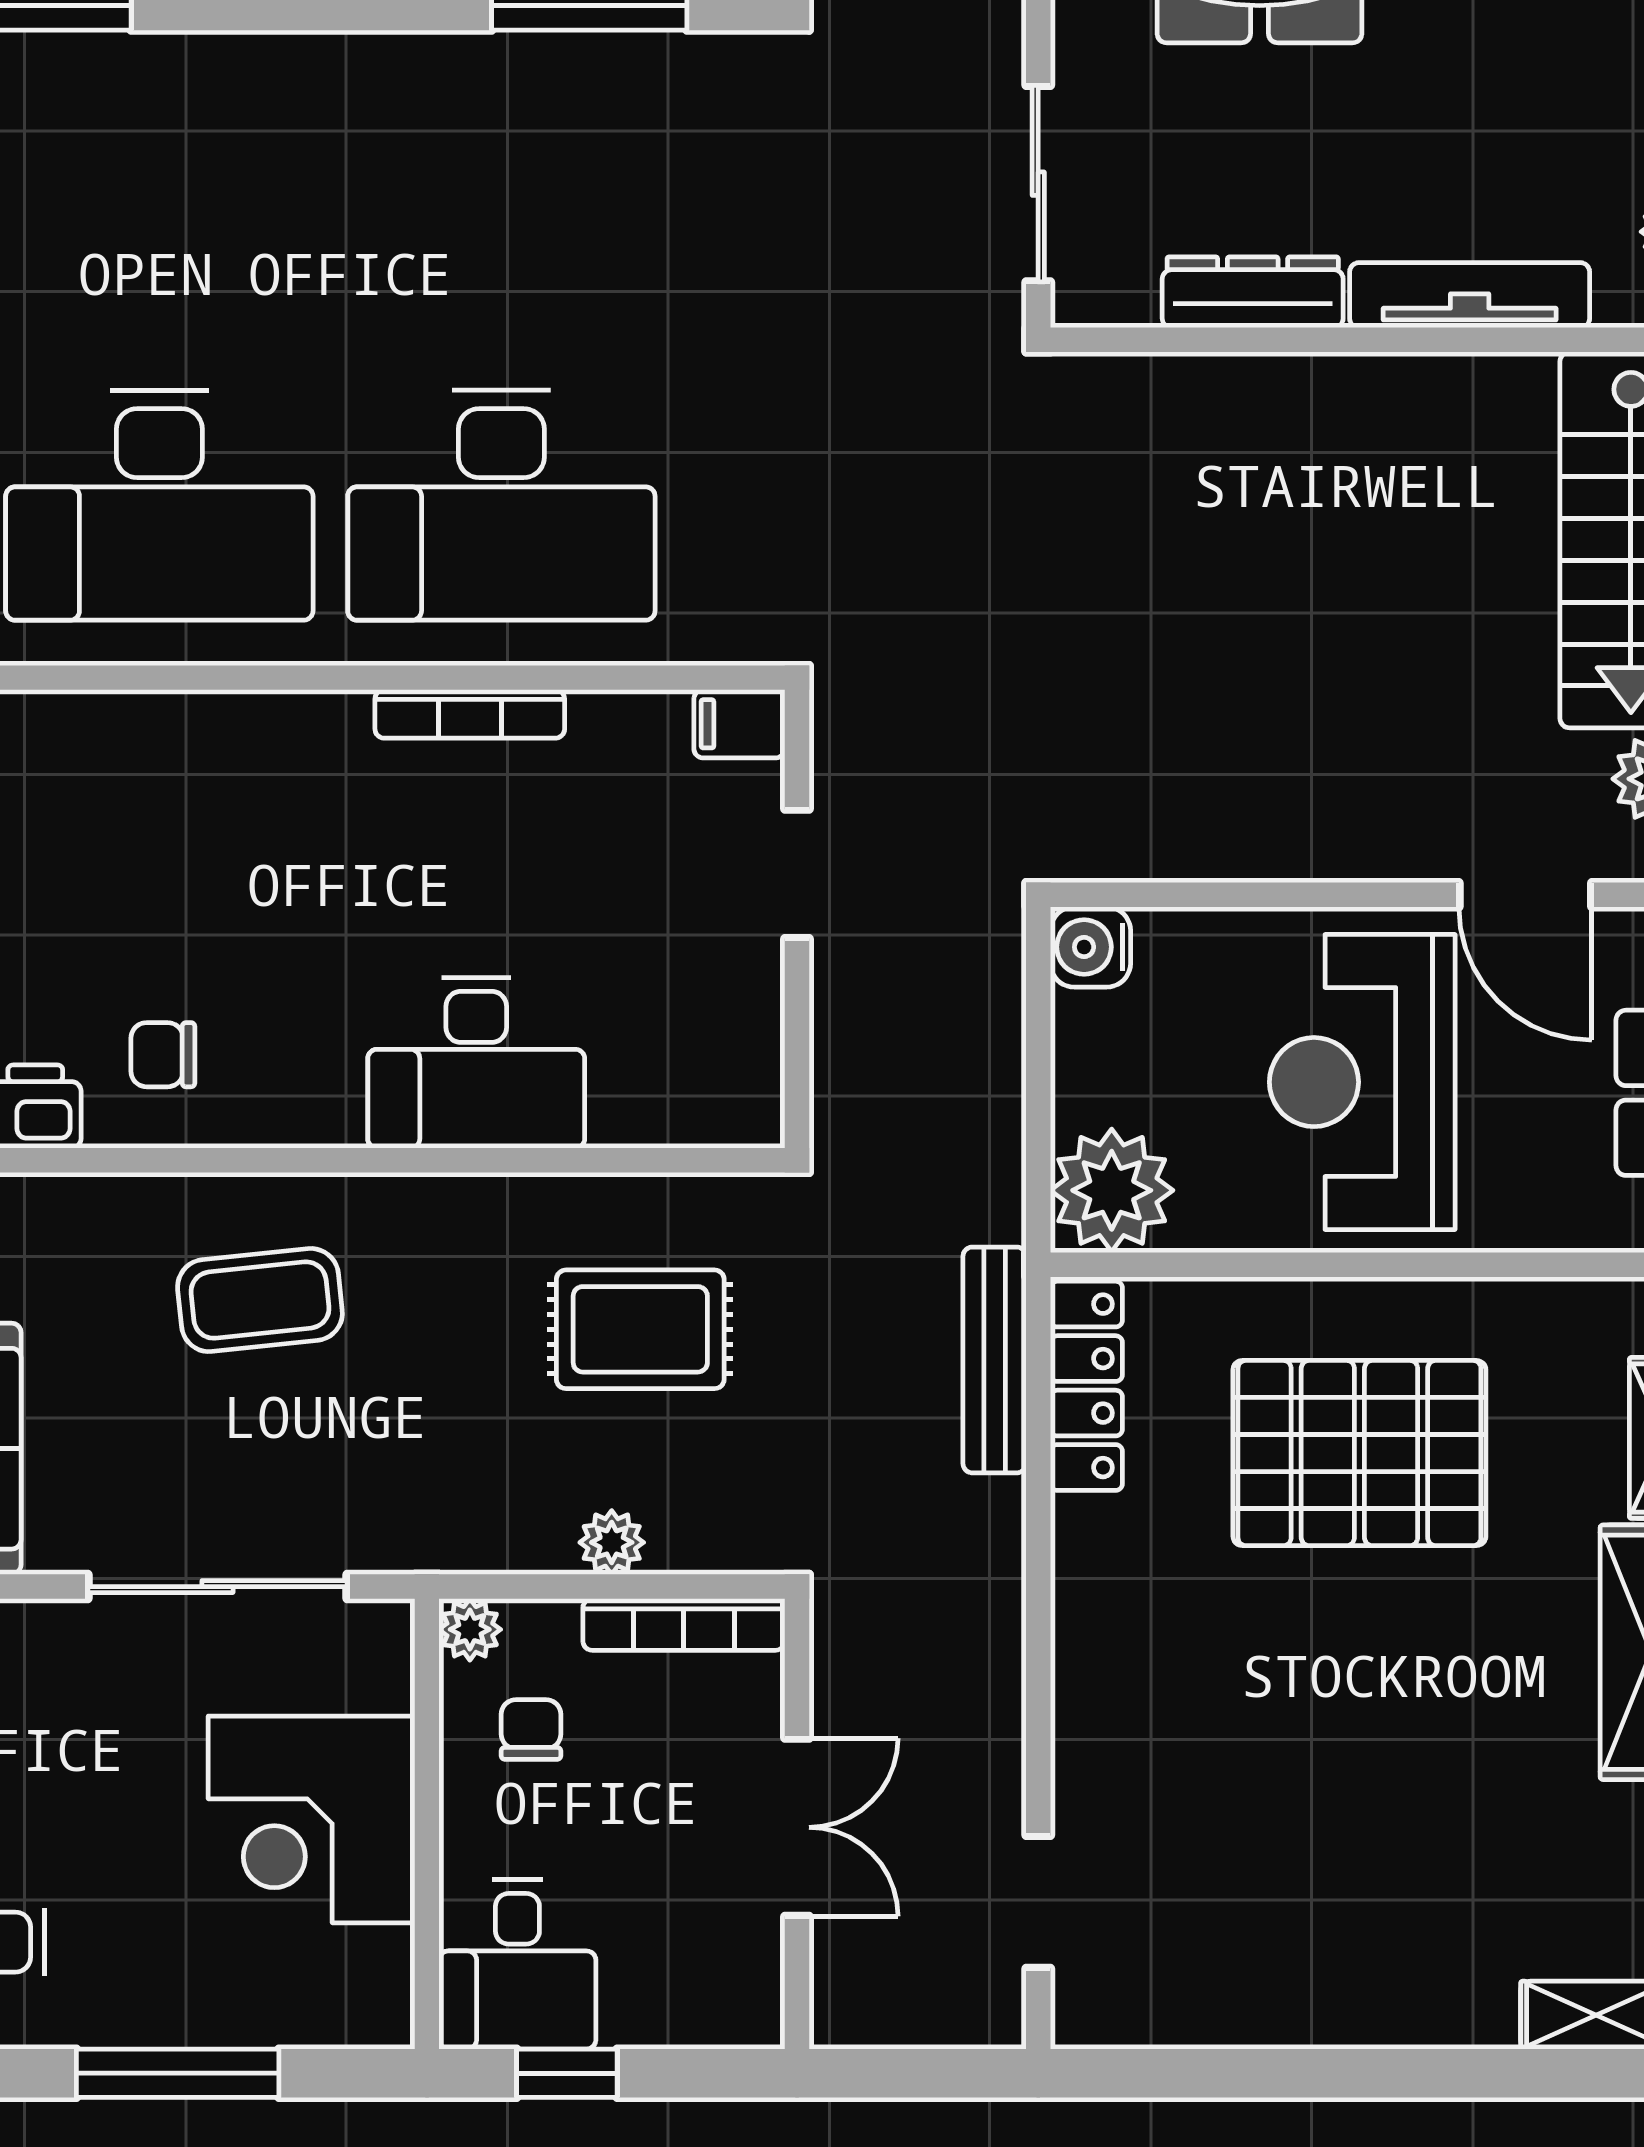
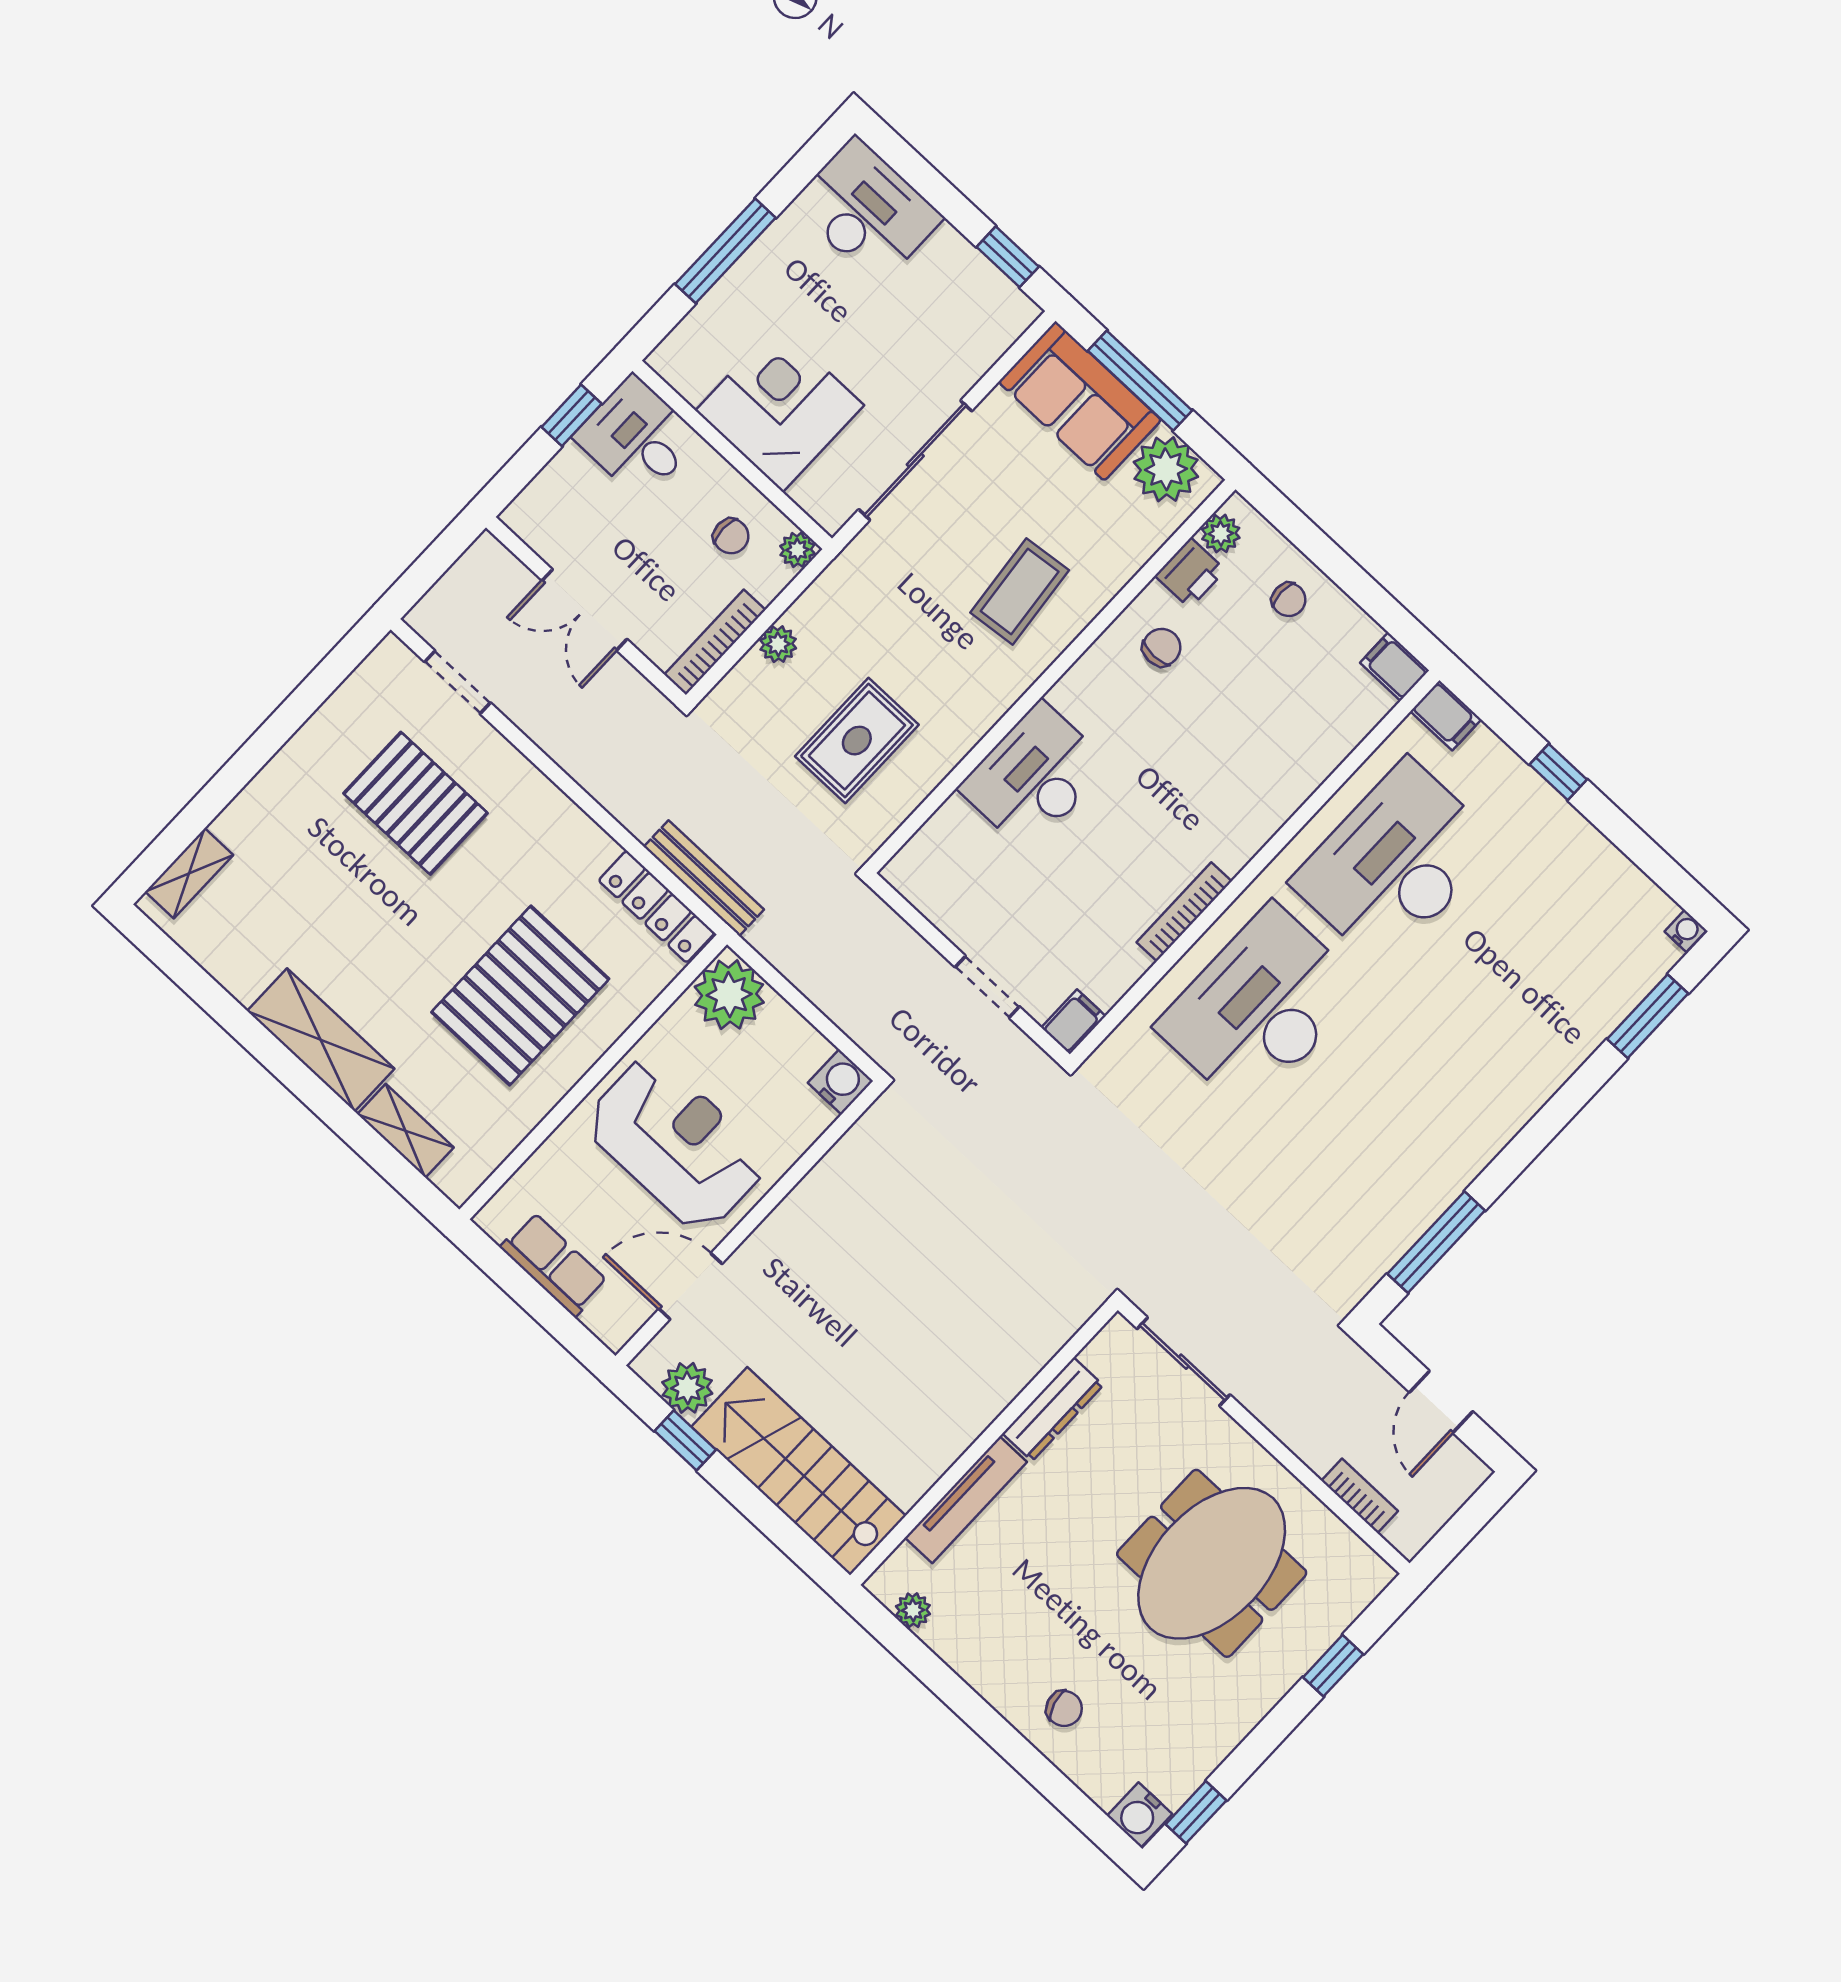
pallet: (1240, 1812) -> (416, 803), added

